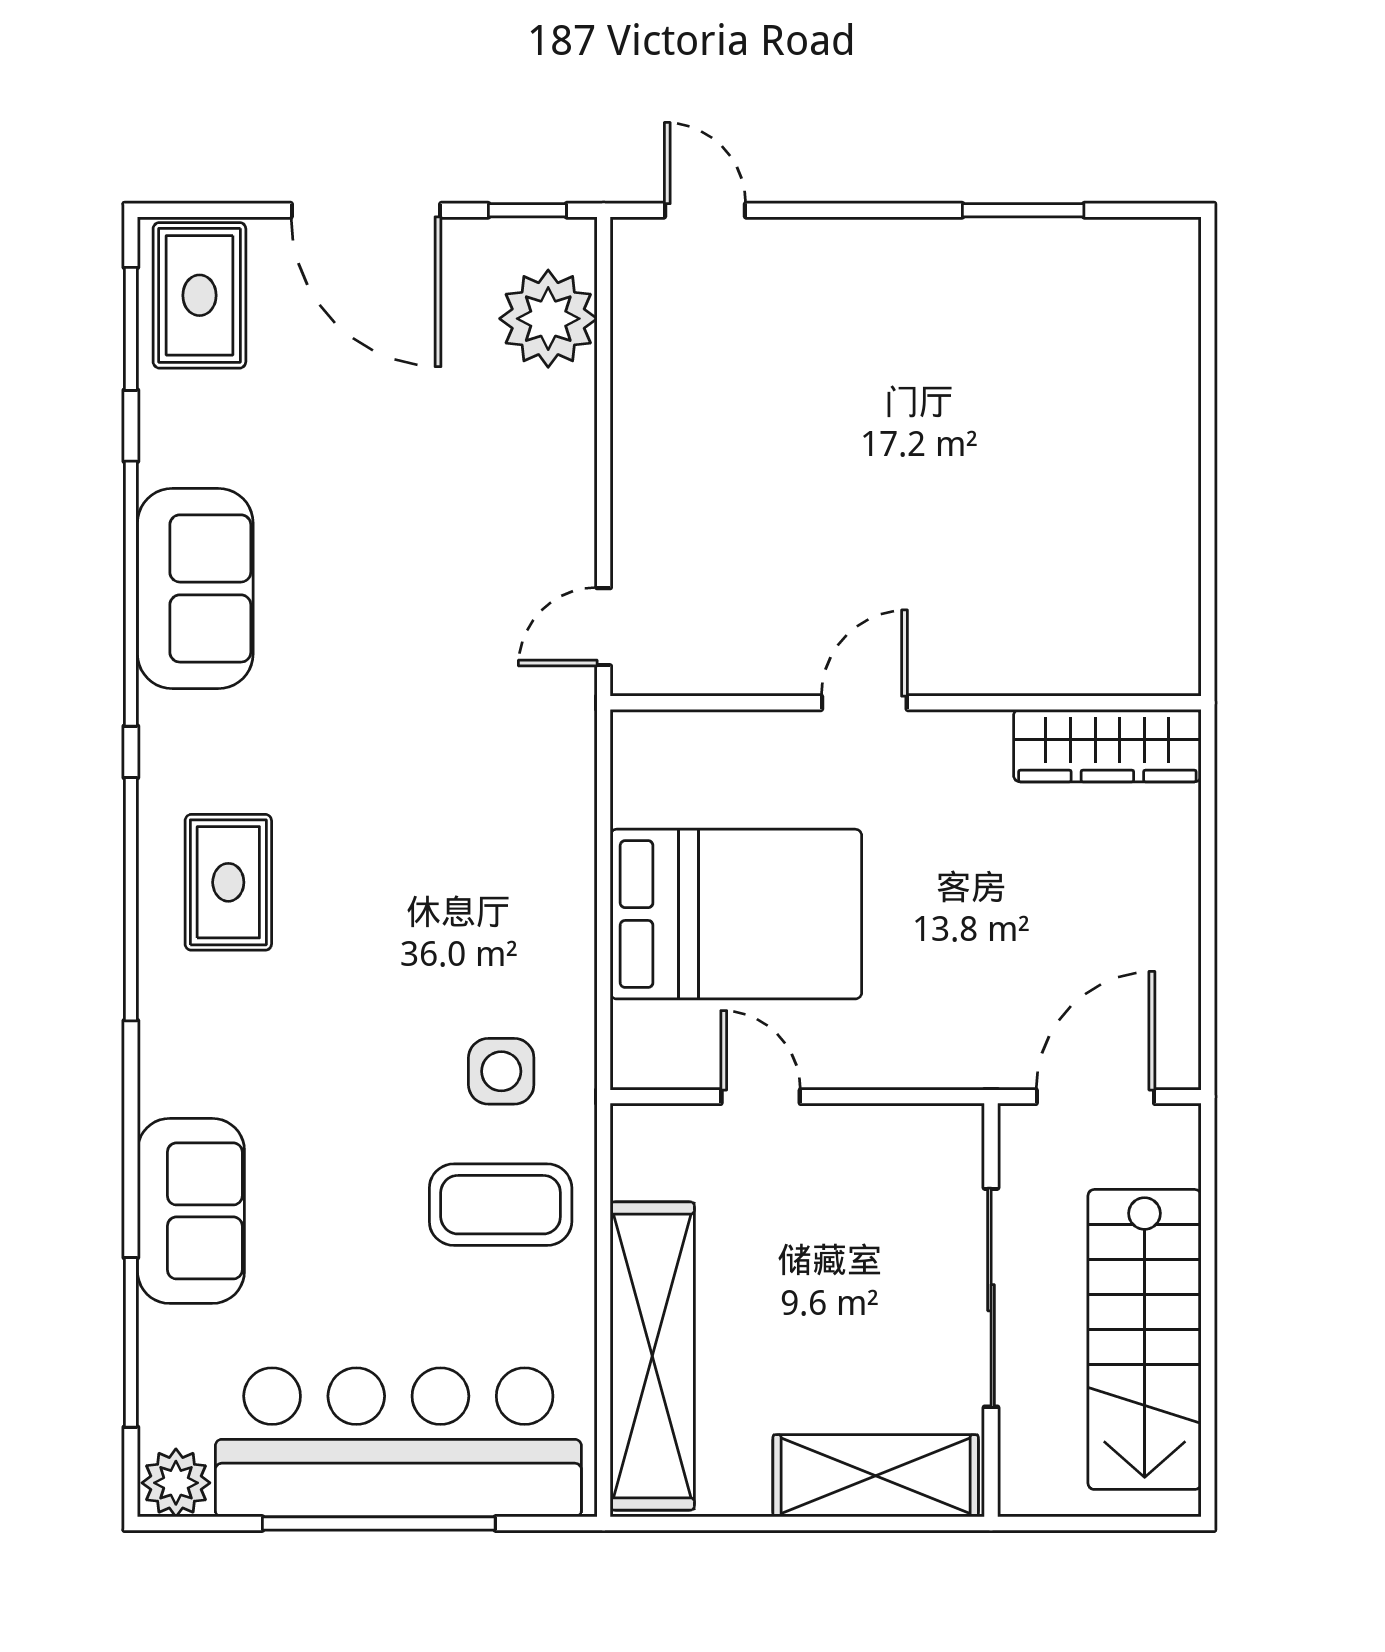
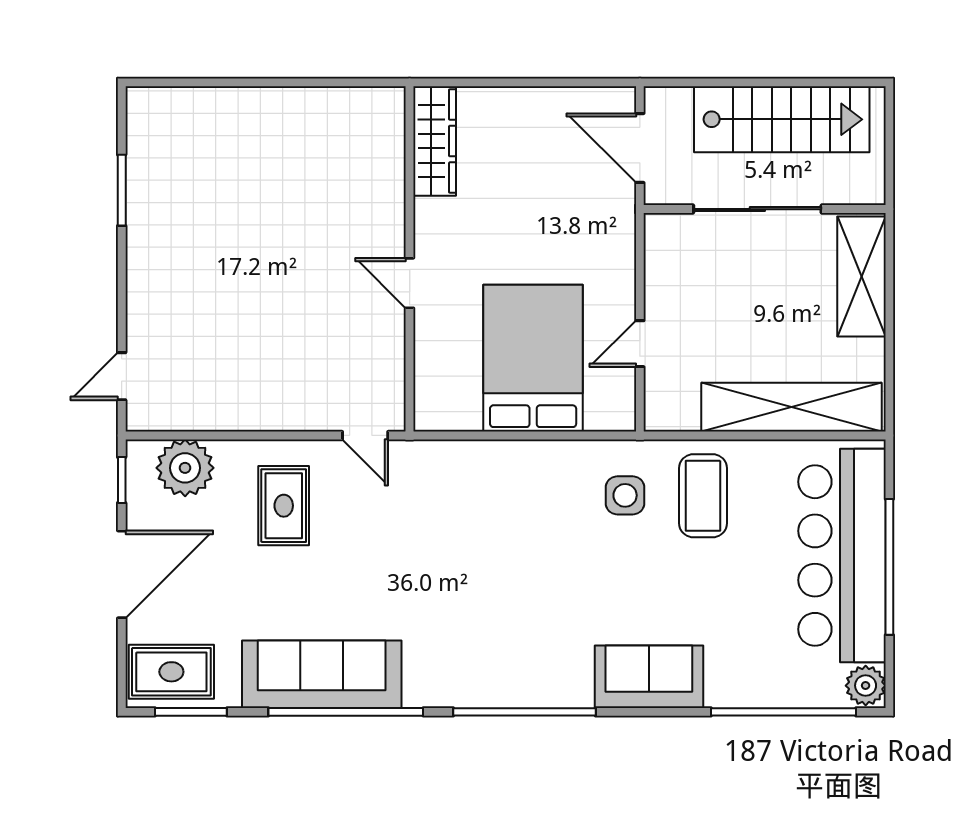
sofa: (195, 588) -> (322, 674), width x1.36
rug: (228, 882) -> (284, 506), moved, turned 90
sofa: (191, 1211) -> (649, 677), moved
window: (131, 1342) -> (783, 712), width x1.46

